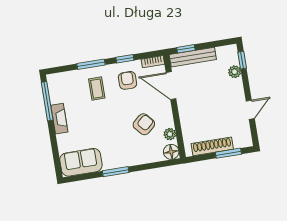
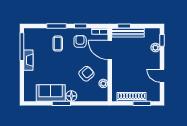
door: (250, 110) -> (162, 76), swing flipped
floor lamp: (171, 152) -> (71, 96), moved
sofa: (81, 162) -> (51, 93), moved

